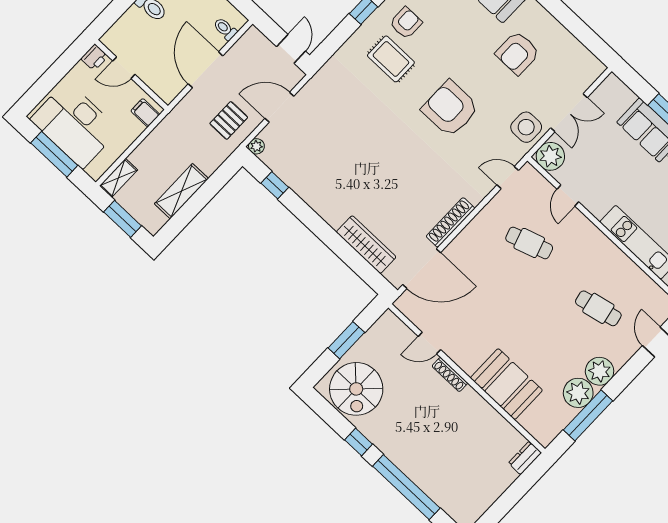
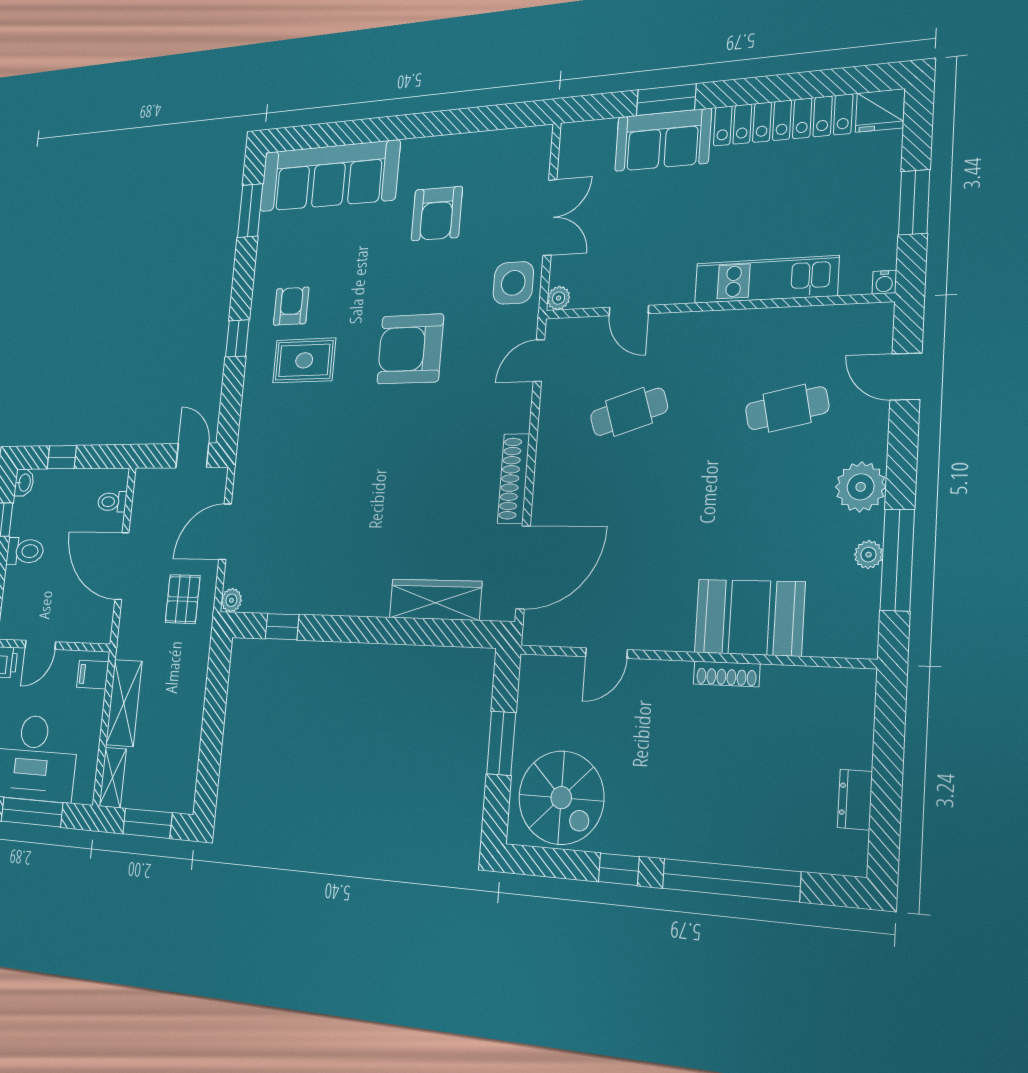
plant: (550, 156) -> (559, 298), width x0.53, depth x0.53
shelving: (181, 191) -> (124, 703), moved
shoe rack: (450, 374) -> (727, 674), moved
plant: (578, 393) -> (869, 555), width x0.53, depth x0.53
dresser: (525, 458) -> (855, 800), moved

